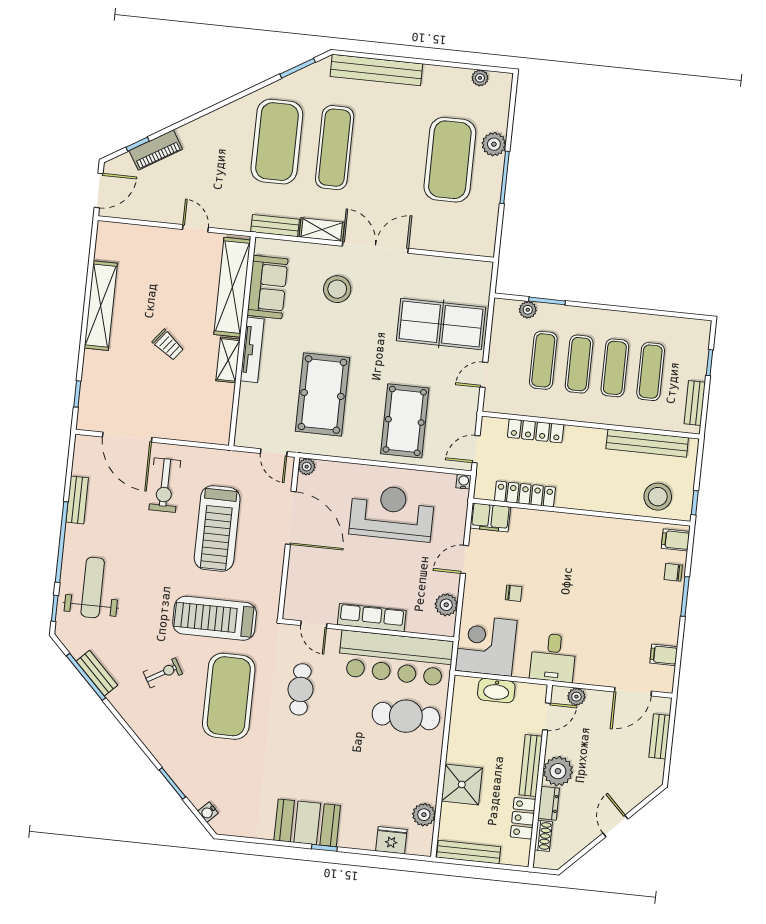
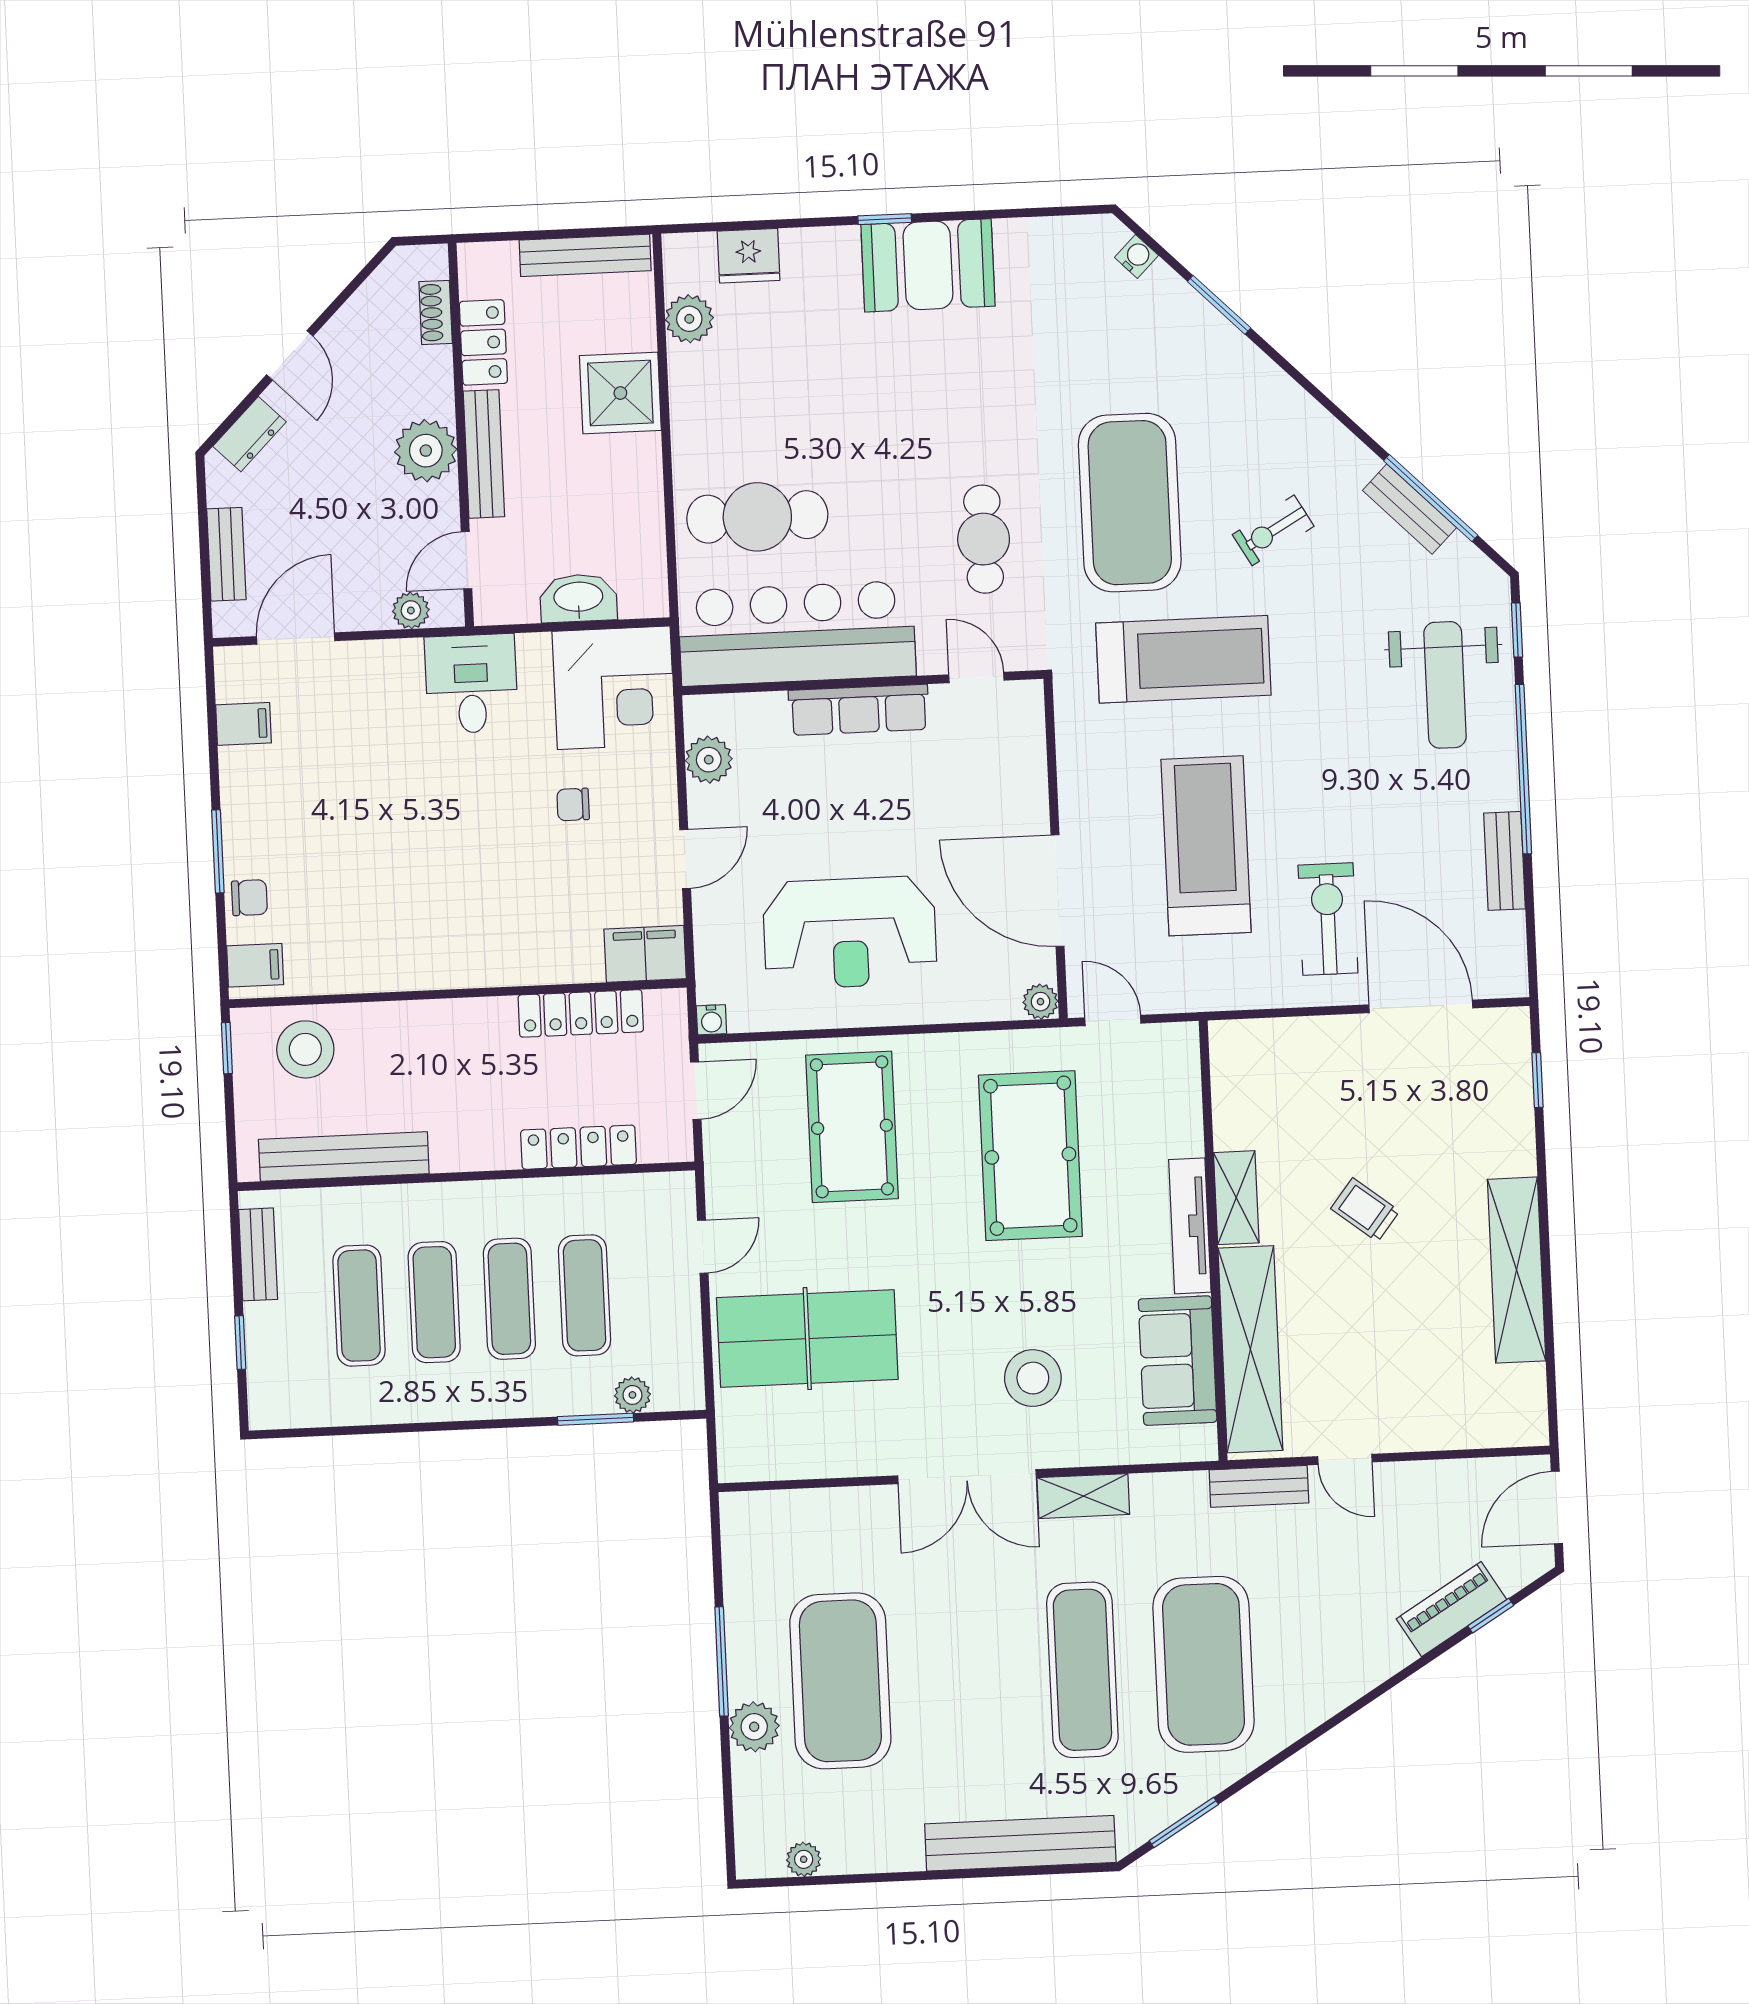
bench: (275, 226) -> (1259, 1486), moved
dresser: (549, 803) -> (250, 434), moved, turned -135

